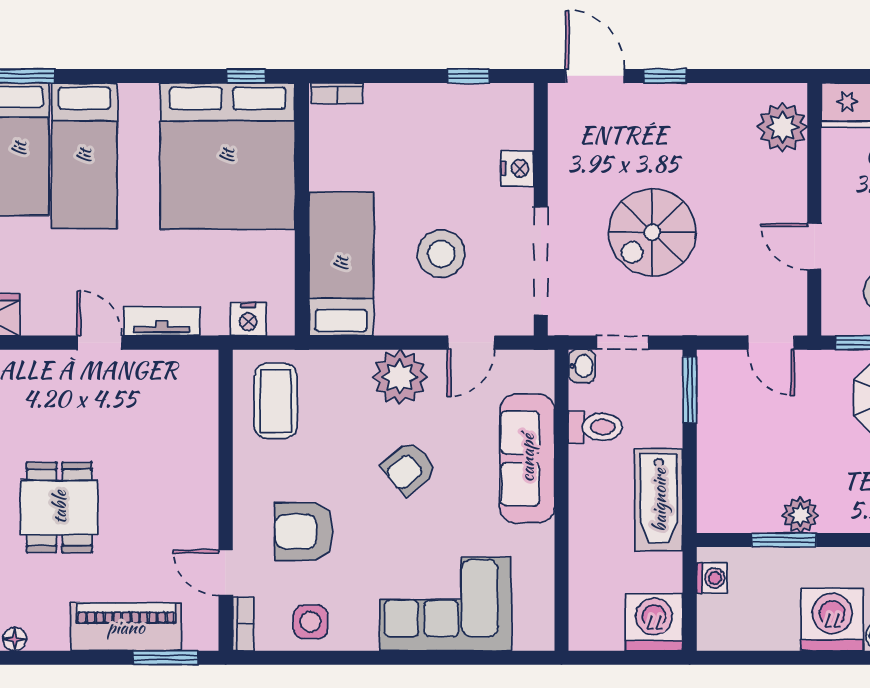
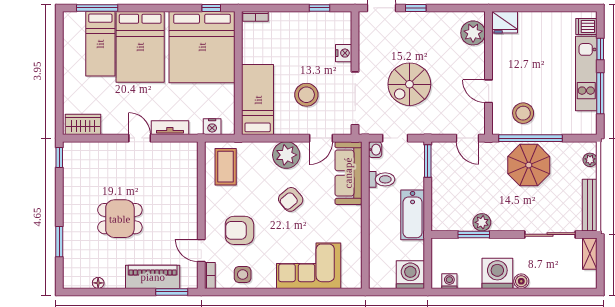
bed: (84, 156) -> (140, 47), width x1.50
sofa: (527, 458) -> (348, 173), moved
dining table: (59, 507) -> (120, 219), turned 90
washing machine: (712, 578) -> (449, 281), moved, turned -90

